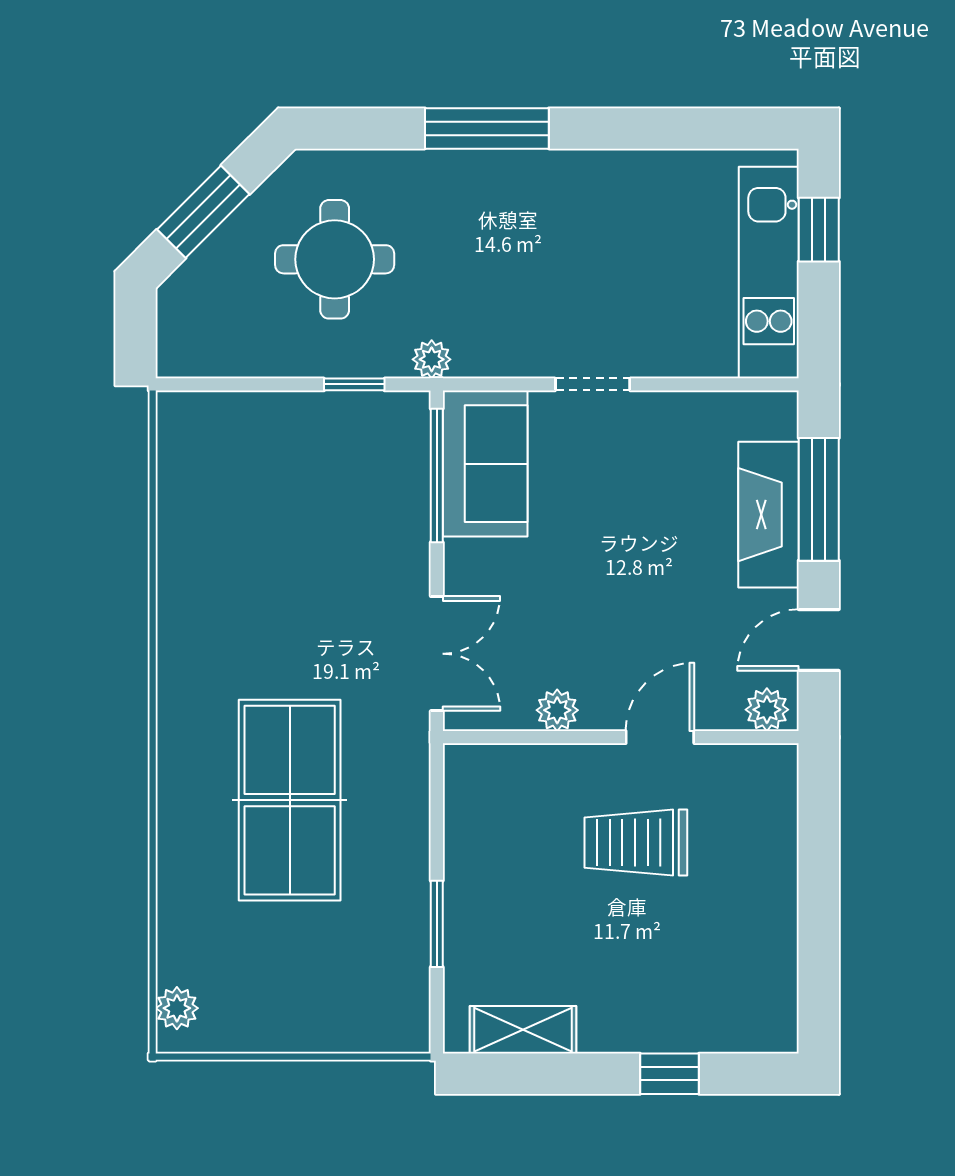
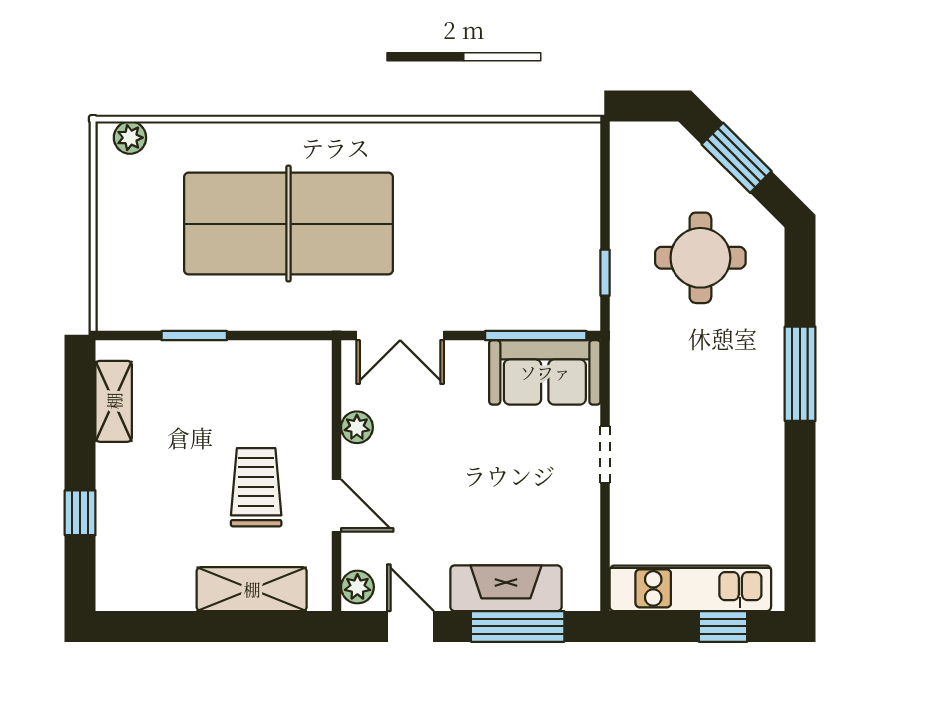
plant: (432, 359) -> (624, 332), removed
table tennis table: (290, 800) -> (288, 224), width x1.36, depth x1.32
shelving: (770, 848) -> (252, 589), added

